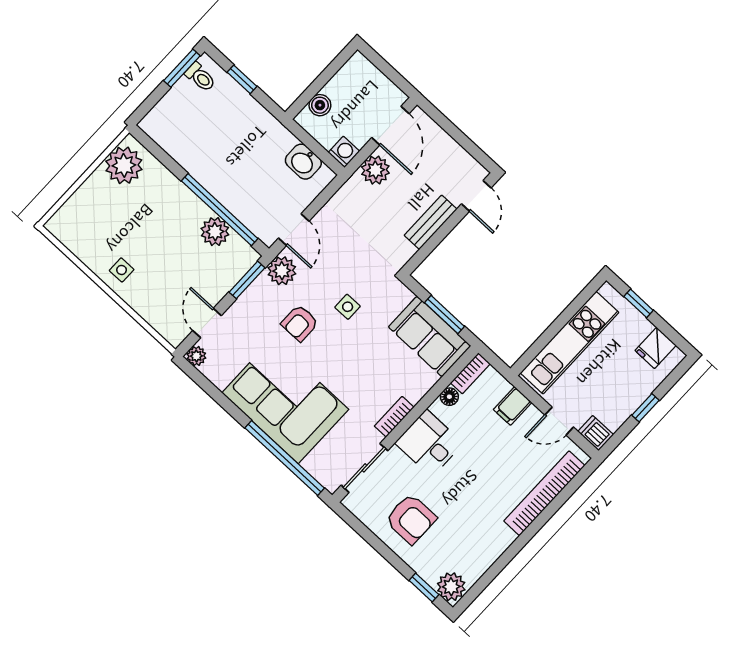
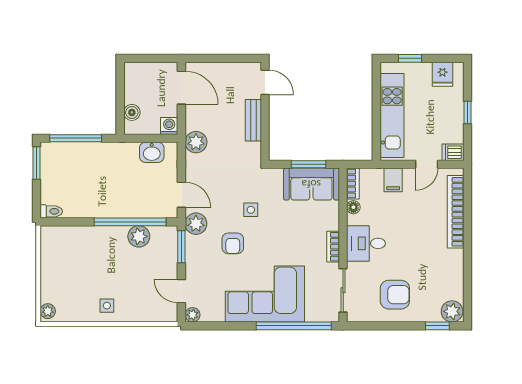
toilet: (200, 77) -> (51, 211), moved
window: (242, 79) -> (76, 138), width x2.17
plant: (124, 165) -> (48, 311), moved, width x0.53, depth x0.53
plant: (375, 170) -> (196, 142), moved

